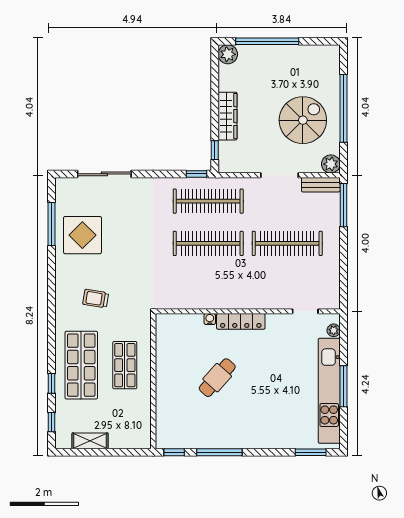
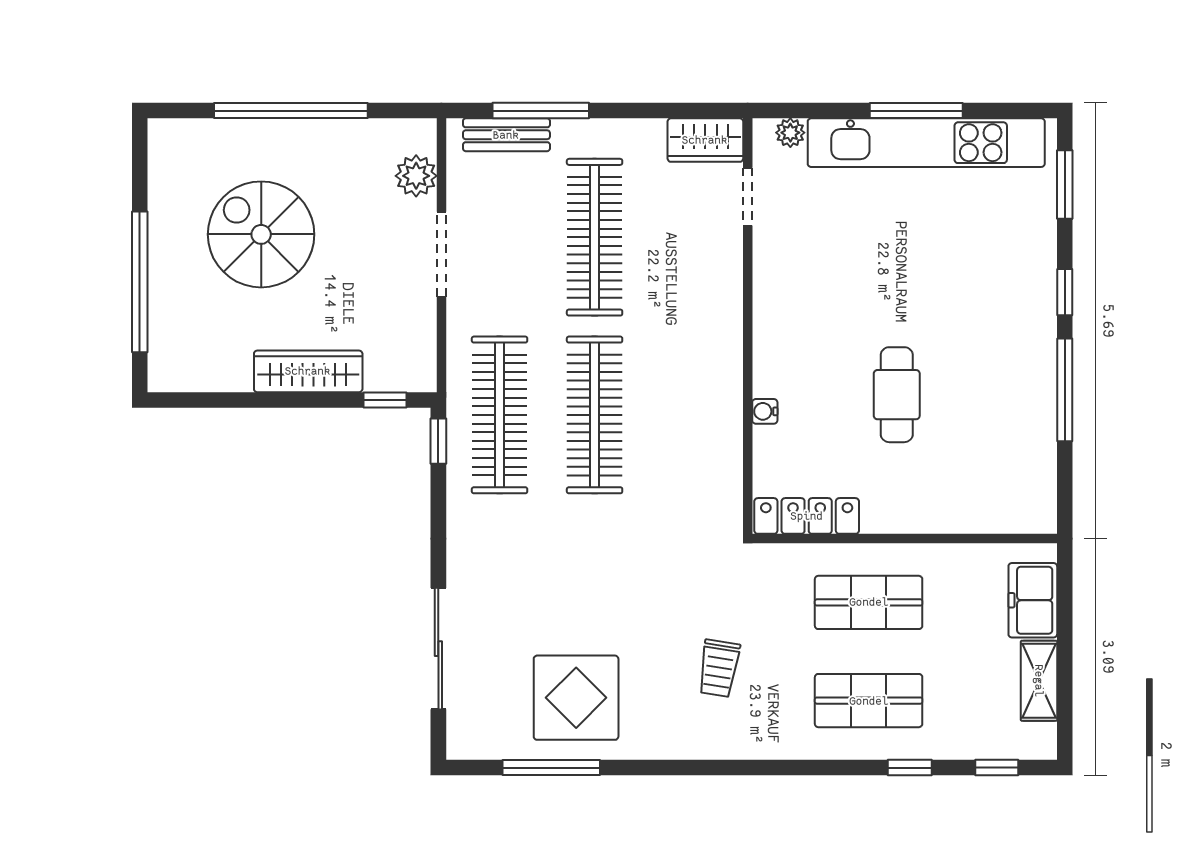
plant: (228, 54) -> (169, 371), removed
spiral stairs: (303, 120) -> (261, 234), moved
plant: (331, 164) -> (416, 176), moved
bench: (321, 185) -> (506, 135), moved, turned 90
window: (343, 205) -> (541, 111), moved
wardrobe: (330, 293) -> (705, 140), added
locker: (241, 321) -> (807, 516), moved, turned -90
shop shelf: (81, 365) -> (869, 701), width x0.70, depth x0.74
cafe table: (217, 378) -> (897, 395), turned 48
freezer: (126, 438) -> (1033, 600), added
window: (174, 452) -> (1065, 292), moved

